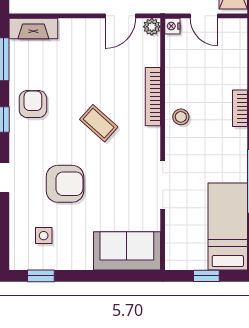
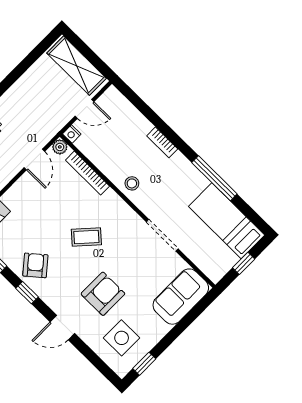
bookcase: (153, 97) -> (87, 173), moved
armchair: (33, 104) -> (35, 265), turned 50
side table: (44, 236) -> (122, 338), width x1.87, depth x1.87

